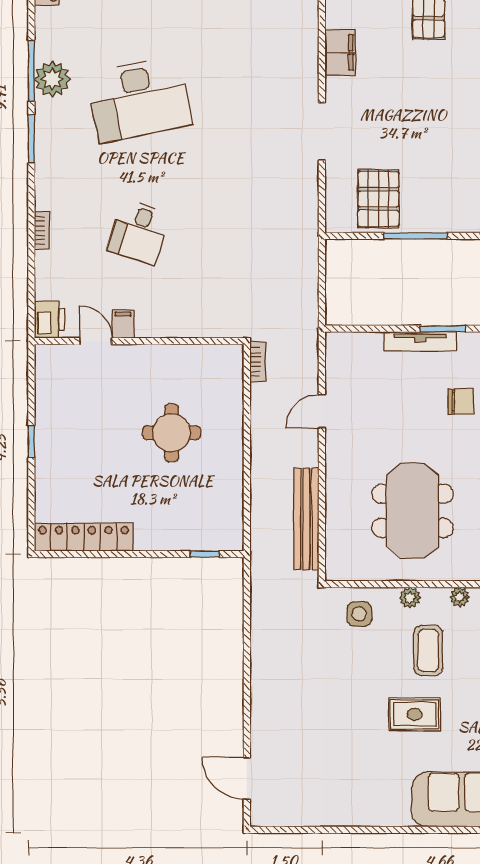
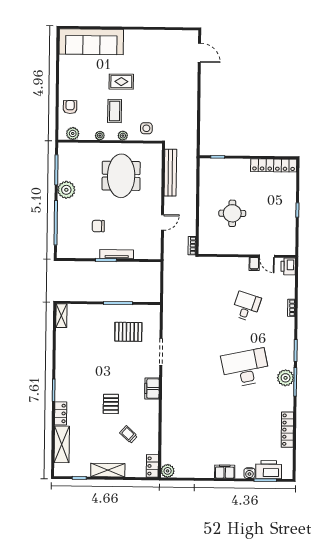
pallet: (378, 199) -> (128, 332), moved, turned 90

